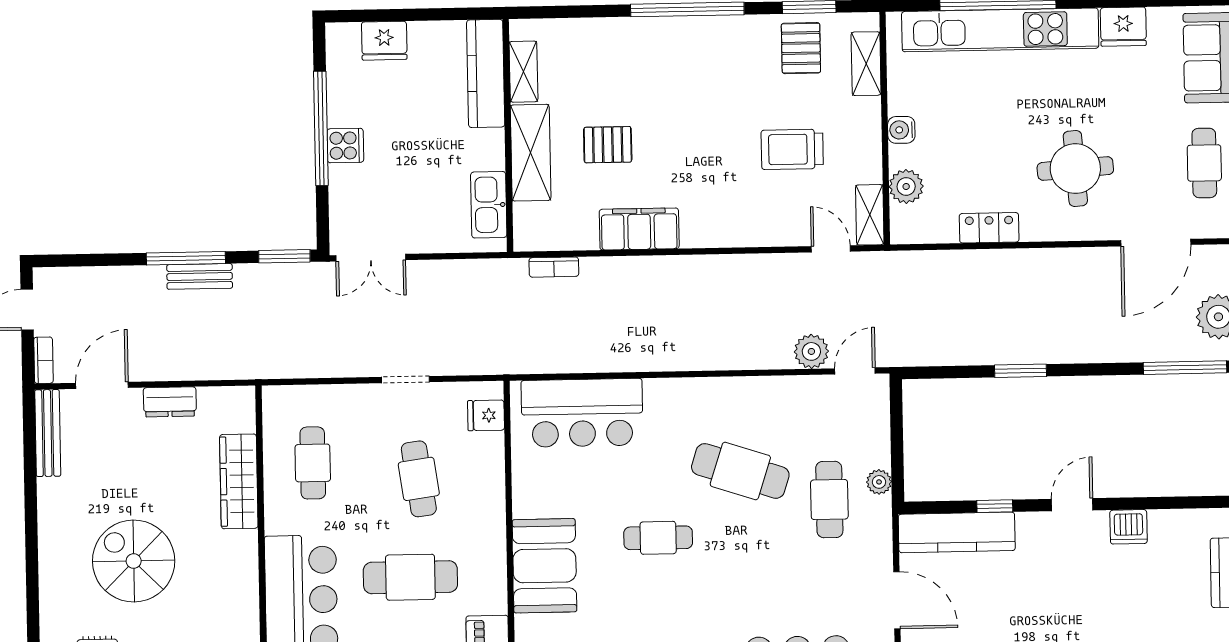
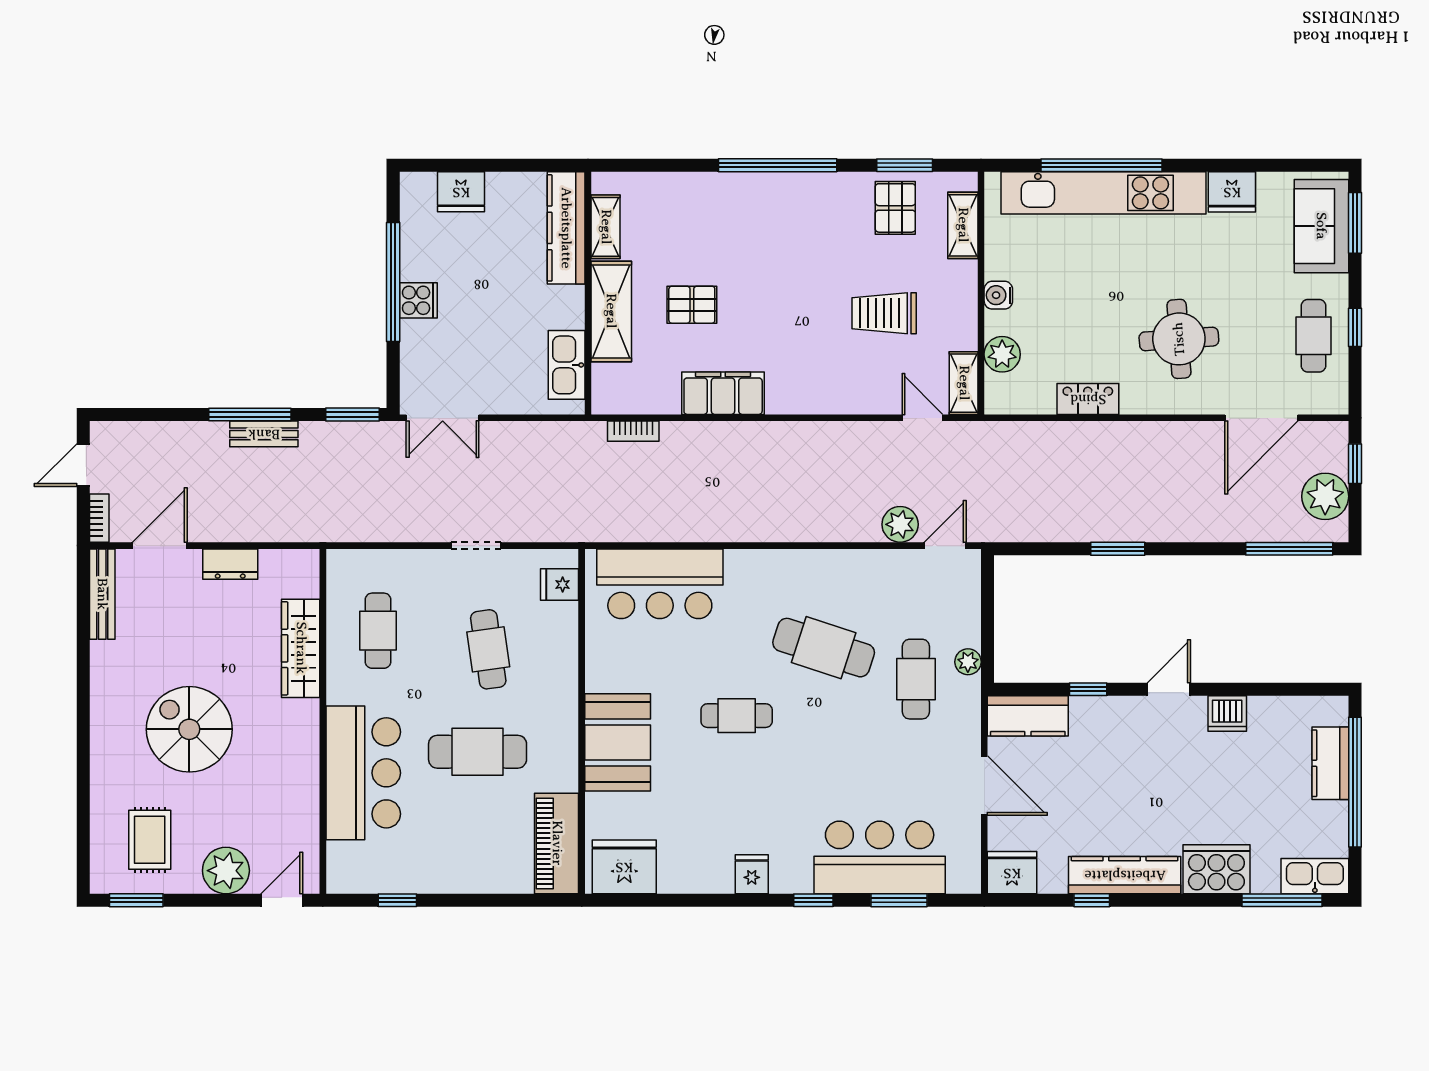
kitchen counter: (957, 532) -> (1028, 716), width x0.67

